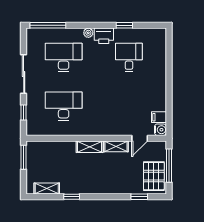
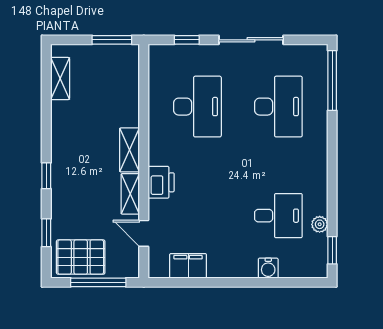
window: (124, 25) -> (332, 250), moved
plant: (88, 33) -> (320, 224), moved
printer: (104, 36) -> (161, 182), moved, turned 180
filing cabinet: (159, 117) -> (188, 266), width x2.00
water cooler: (160, 130) -> (268, 268), moved
window: (72, 197) -> (46, 176), moved

